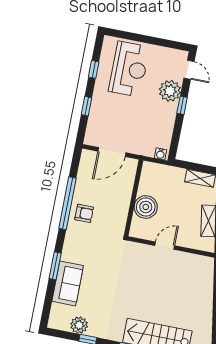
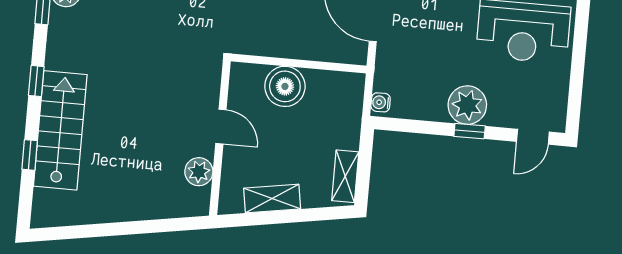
plant: (170, 91) -> (467, 105), moved
plant: (189, 261) -> (199, 172), added

